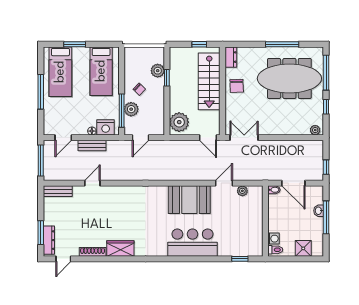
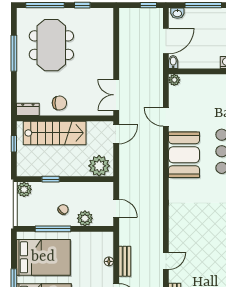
bed: (101, 71) -> (43, 257), width x1.50
plant: (158, 71) -> (24, 189), moved
meeting table: (289, 78) -> (51, 45), width x0.73
window: (122, 111) -> (53, 229), moved
nightstand: (106, 127) -> (105, 246), removed
plant: (315, 130) -> (108, 17), removed
door: (92, 183) -> (166, 261), swing flipped
plant: (242, 191) -> (174, 80), moved
washbasin: (319, 211) -> (177, 13), moved

